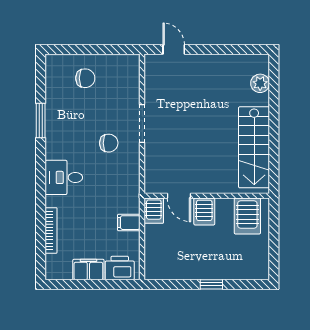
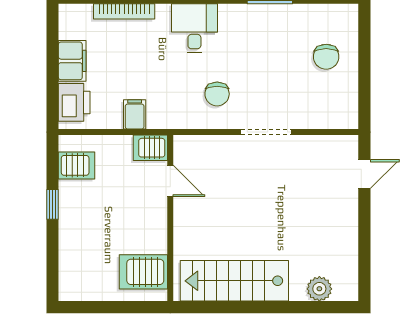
chair: (109, 143) -> (217, 94), moved
door: (179, 196) -> (170, 181), swing flipped
server rack: (204, 211) -> (77, 165), moved, turned 180
window: (211, 284) -> (53, 204), moved

